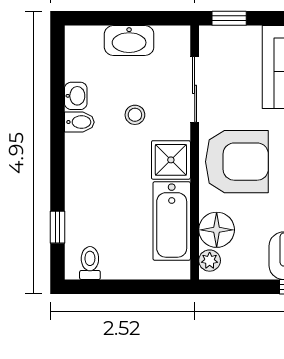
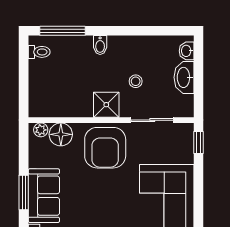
washbasin: (76, 96) -> (187, 51), moved, turned 90
bidet: (79, 122) -> (100, 45), moved
bathtub: (172, 221) -> (66, 105), removed
window: (57, 227) -> (62, 31), width x2.17

